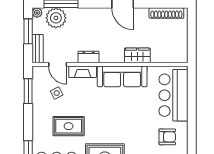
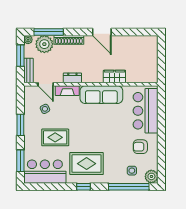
shoe rack: (166, 13) -> (69, 40), moved
window: (28, 91) -> (20, 125), moved
armchair: (167, 137) -> (140, 147), turned 180

